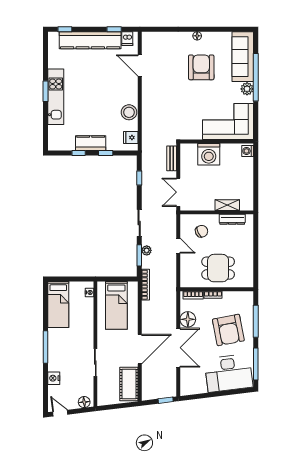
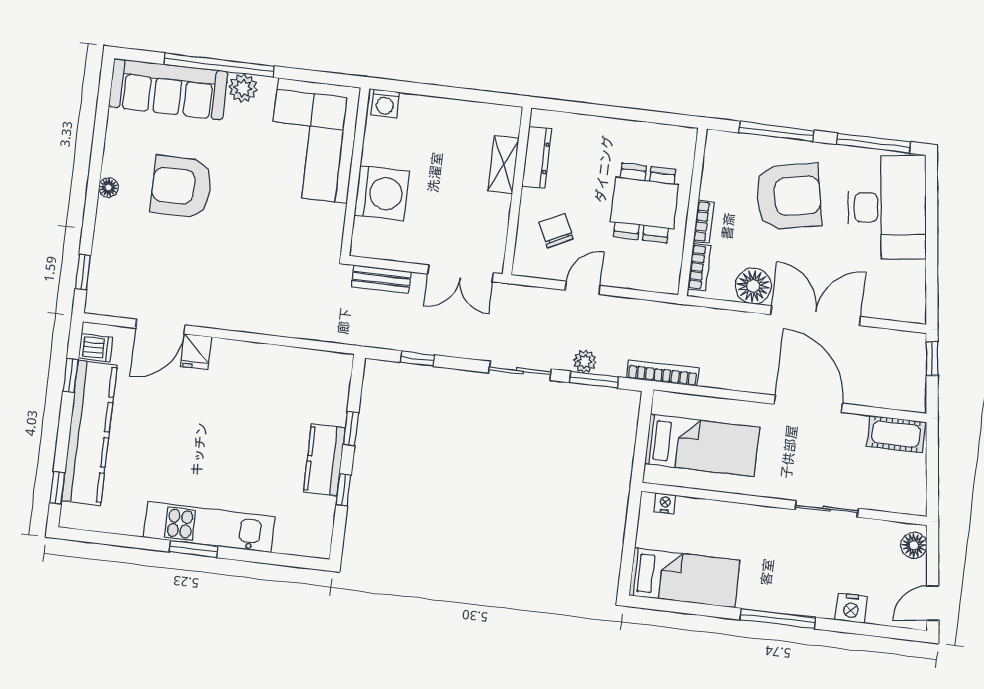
window: (159, 29) -> (83, 272), added
stool: (129, 112) -> (265, 364), removed
fridge: (131, 138) -> (196, 352), moved
cot: (129, 384) -> (896, 434), width x0.73, depth x0.75

